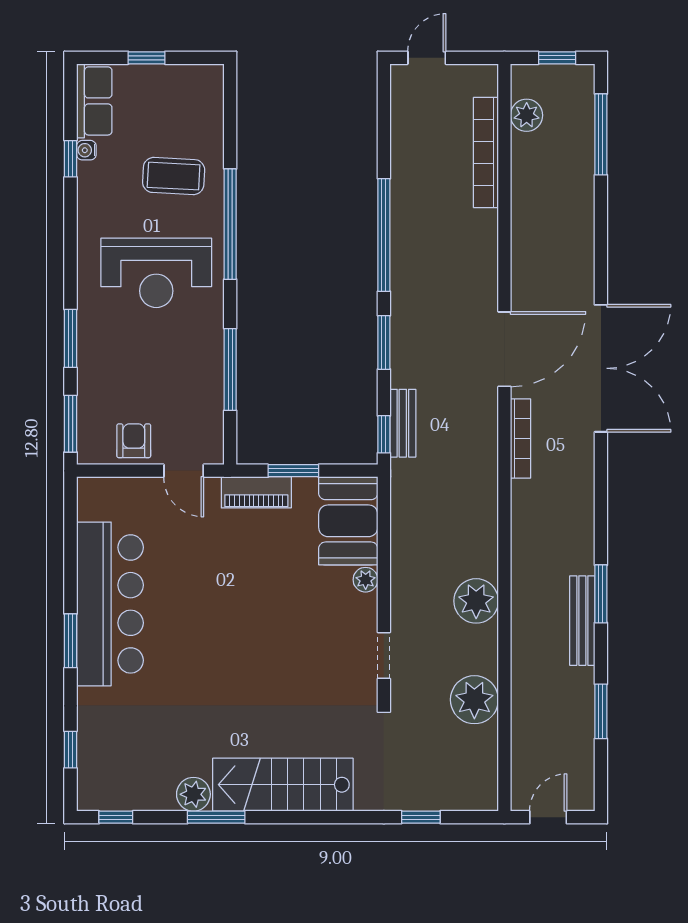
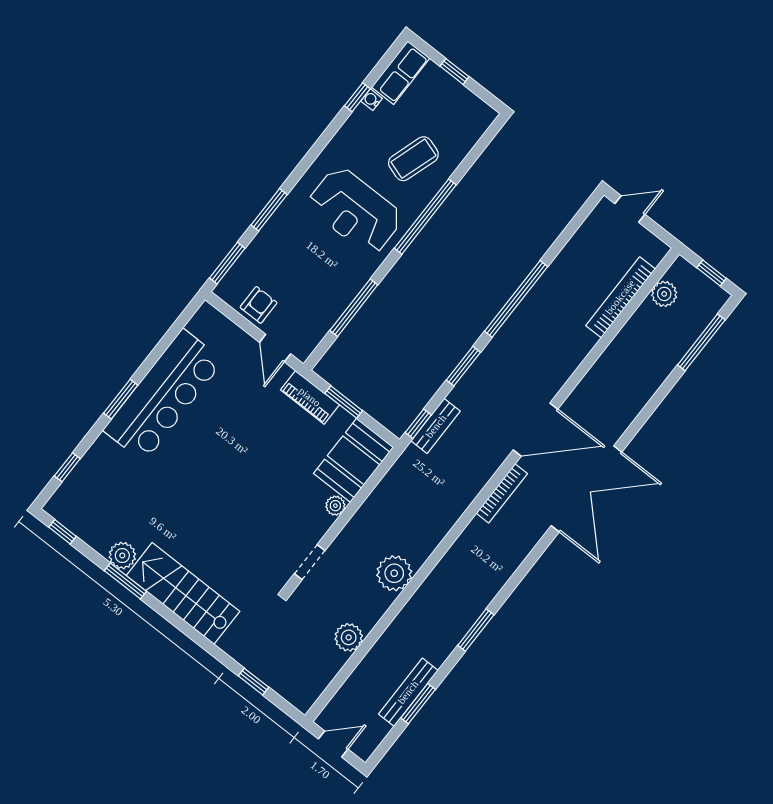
coffee table: (174, 176) -> (413, 159), turned -75
bench: (582, 621) -> (408, 692), moved
plant: (474, 700) -> (349, 637), width x0.73, depth x0.73

